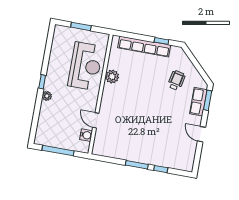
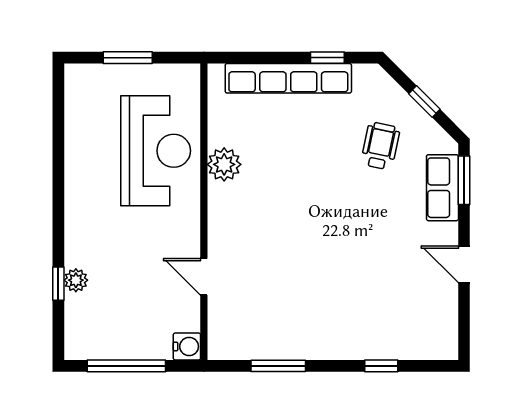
window: (197, 66) -> (424, 102), added
window: (42, 82) -> (58, 284), moved
plant: (47, 96) -> (76, 280), moved
water cooler: (86, 135) -> (187, 347), moved
window: (137, 165) -> (278, 366), moved

